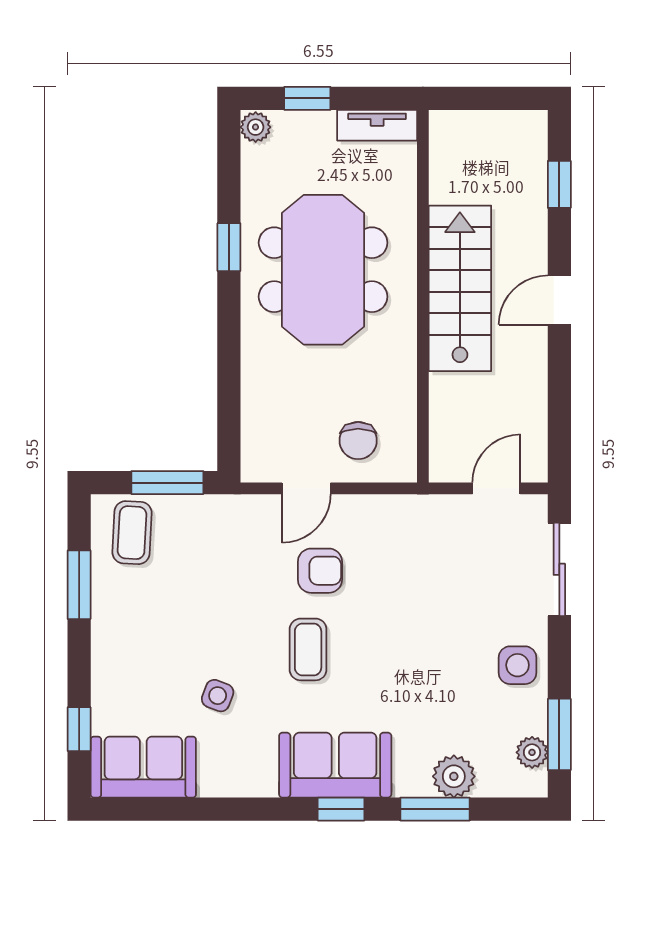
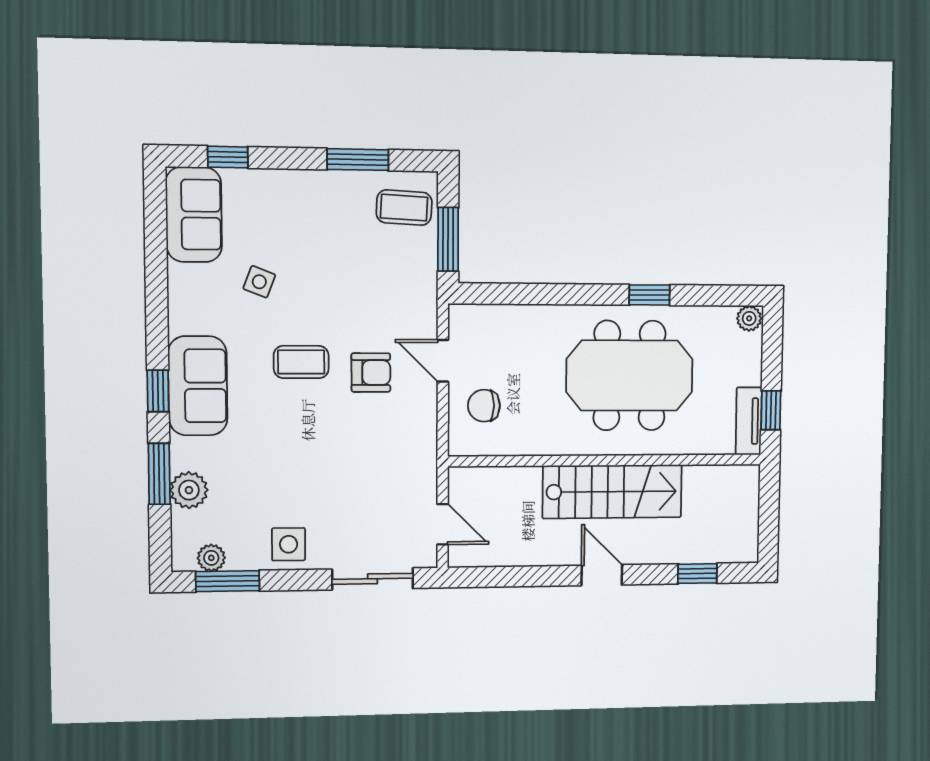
window: (307, 98) -> (771, 410), moved
armchair: (320, 571) -> (371, 373), turned -90

